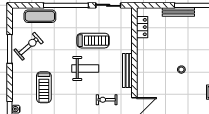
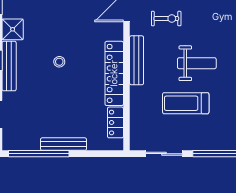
locker: (143, 61) -> (114, 73), added
weight bench: (85, 68) -> (197, 63), turned 180

